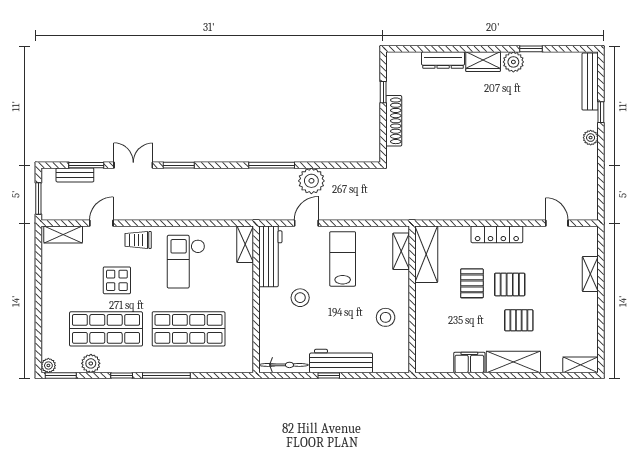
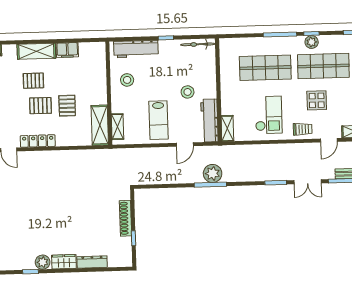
plant: (311, 181) -> (213, 173), moved
locker: (497, 234) -> (38, 141), moved
workbench: (341, 361) -> (136, 49), moved
plant: (91, 363) -> (312, 42), moved

